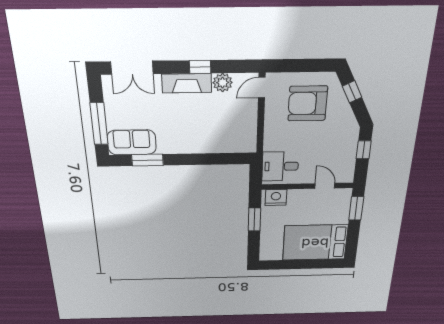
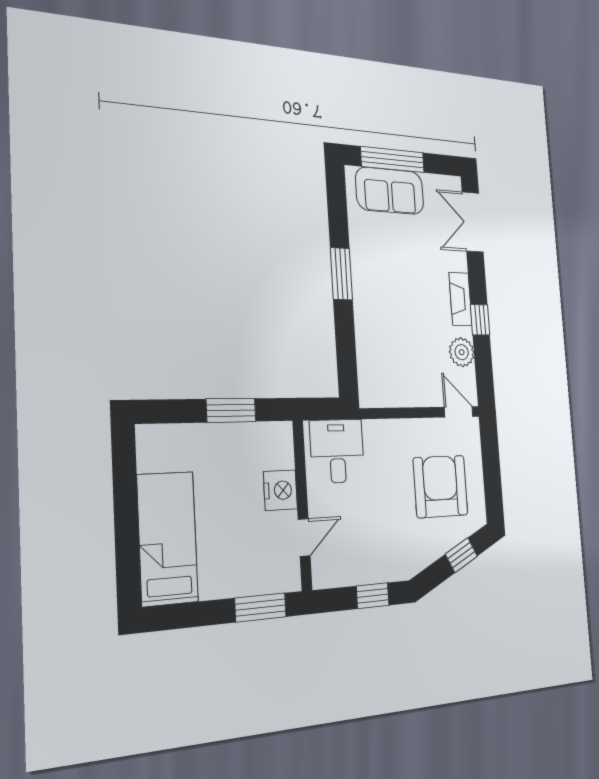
fireplace: (187, 83) -> (460, 299), width x0.73, depth x0.76
sofa: (132, 142) -> (390, 191), moved, turned 90
window: (147, 160) -> (341, 274), moved
nightstand: (276, 197) -> (280, 490), moved
bed: (315, 243) -> (168, 538), width x0.67

